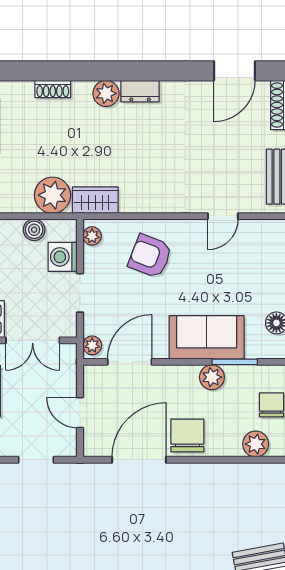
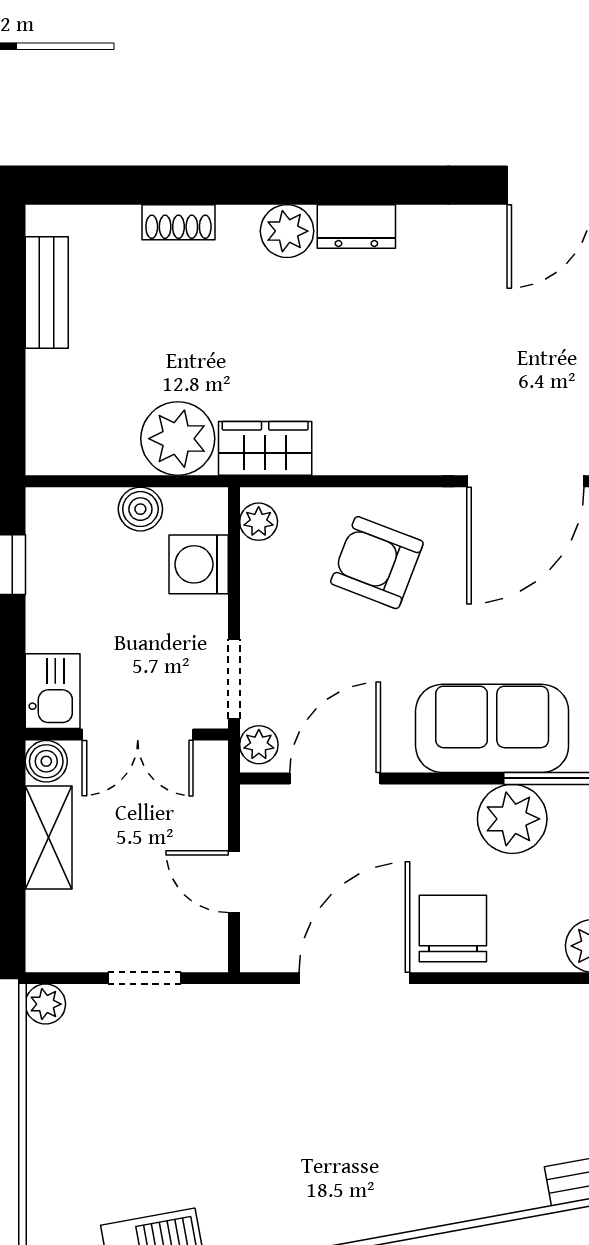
door: (223, 216) -> (525, 481), width x1.88
doorway: (80, 293) -> (234, 679), moved
plant: (212, 377) -> (512, 819), width x1.36, depth x1.36

